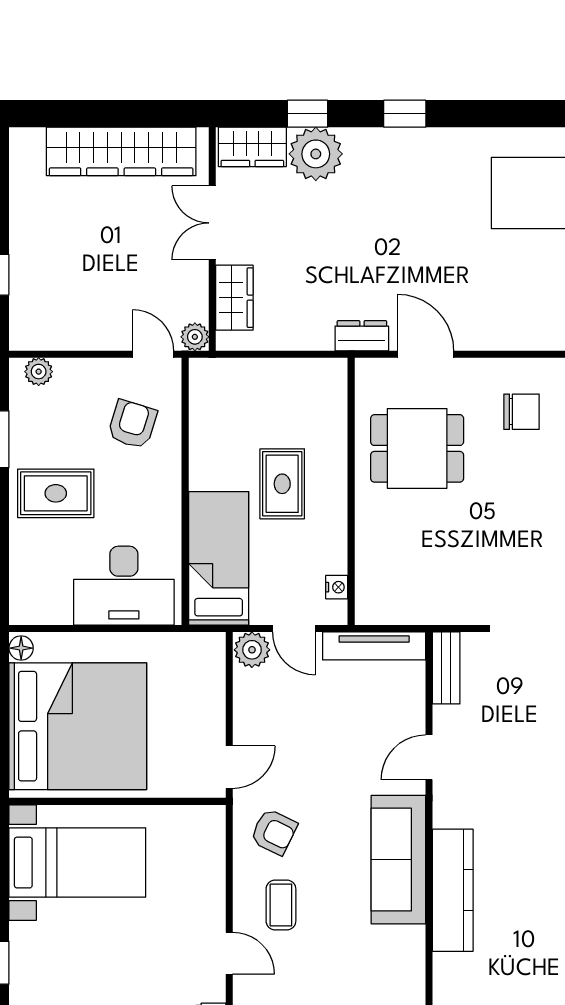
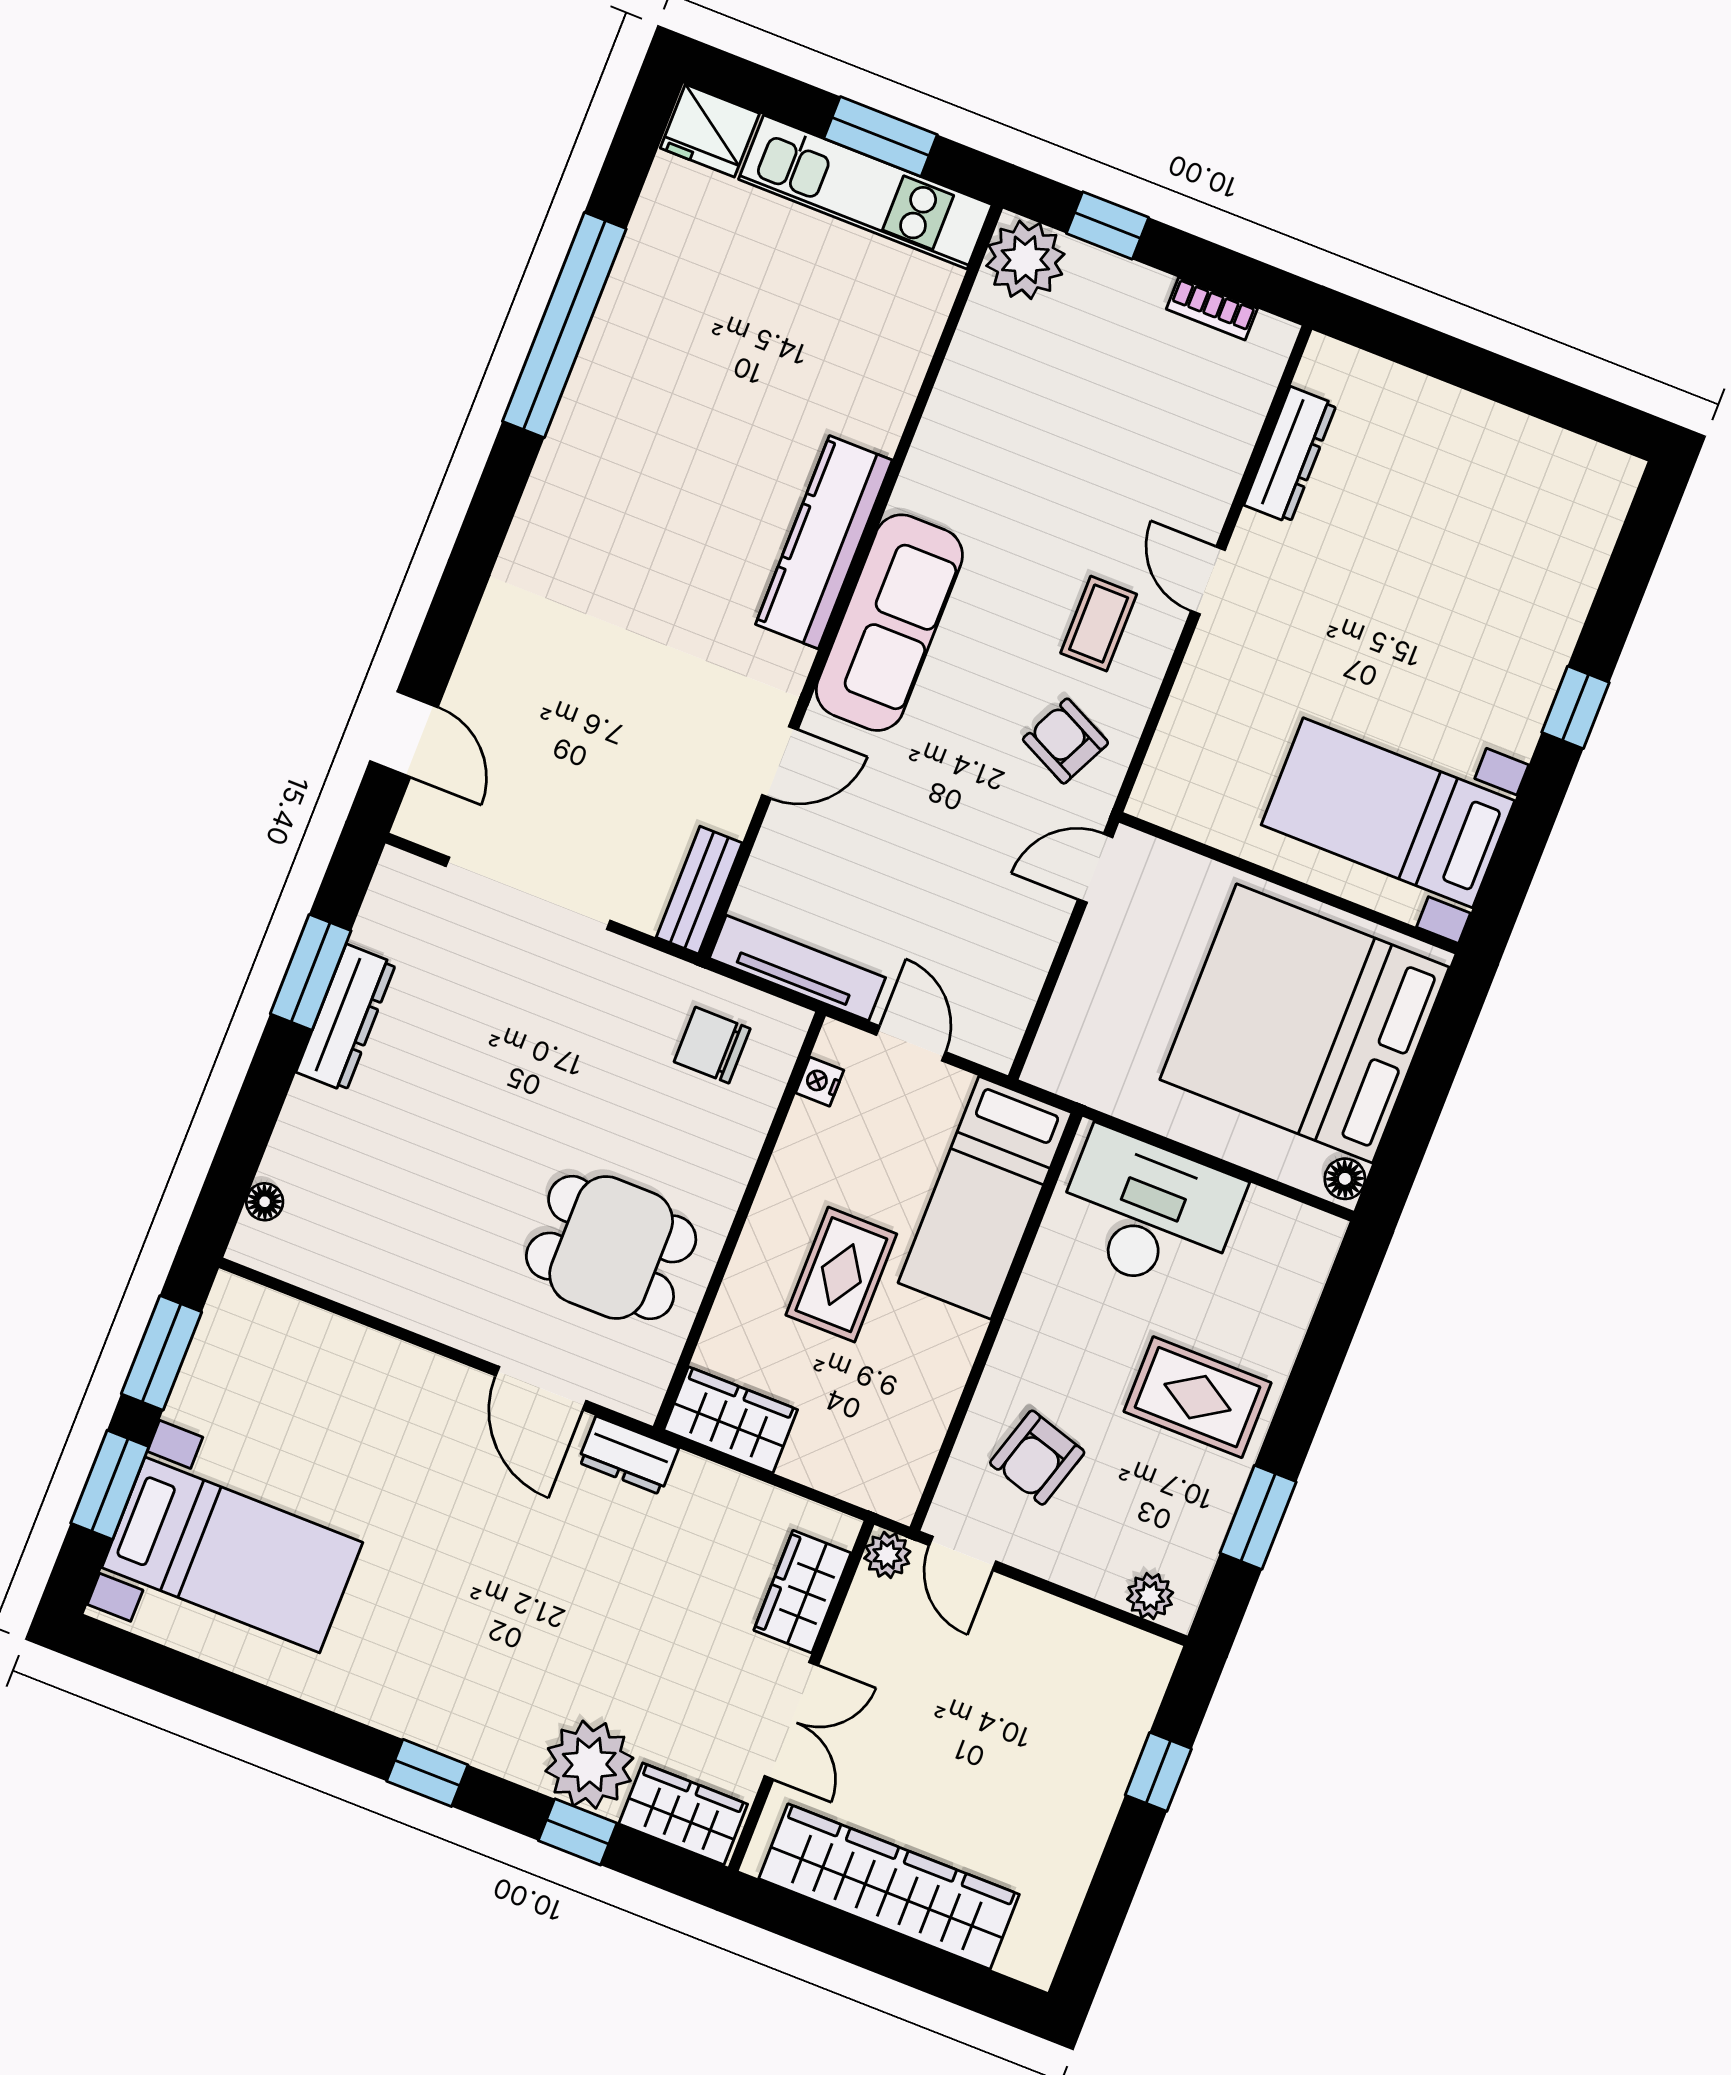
wardrobe: (312, 378) -> (731, 1420), added
chair: (522, 412) -> (712, 1045), moved
plant: (252, 650) -> (989, 1036), removed

